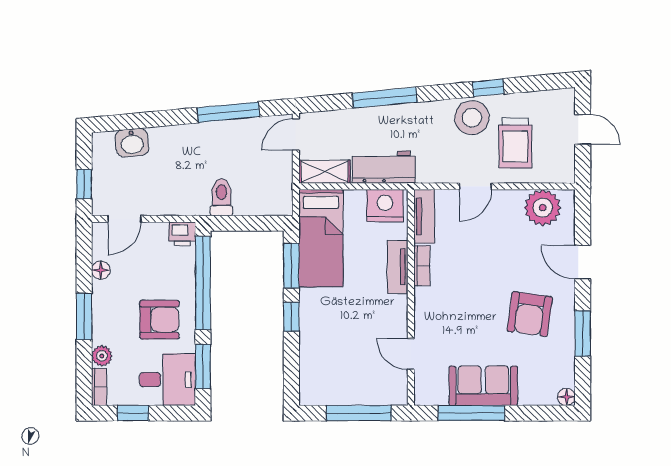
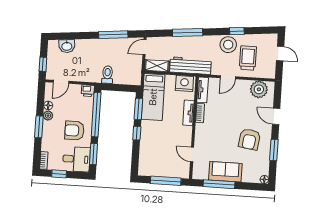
trolley: (515, 143) -> (248, 58), turned 180
workbench: (384, 167) -> (191, 66), width x1.37
armchair: (159, 320) -> (74, 130), turned 180
plant: (102, 356) -> (48, 116), moved

